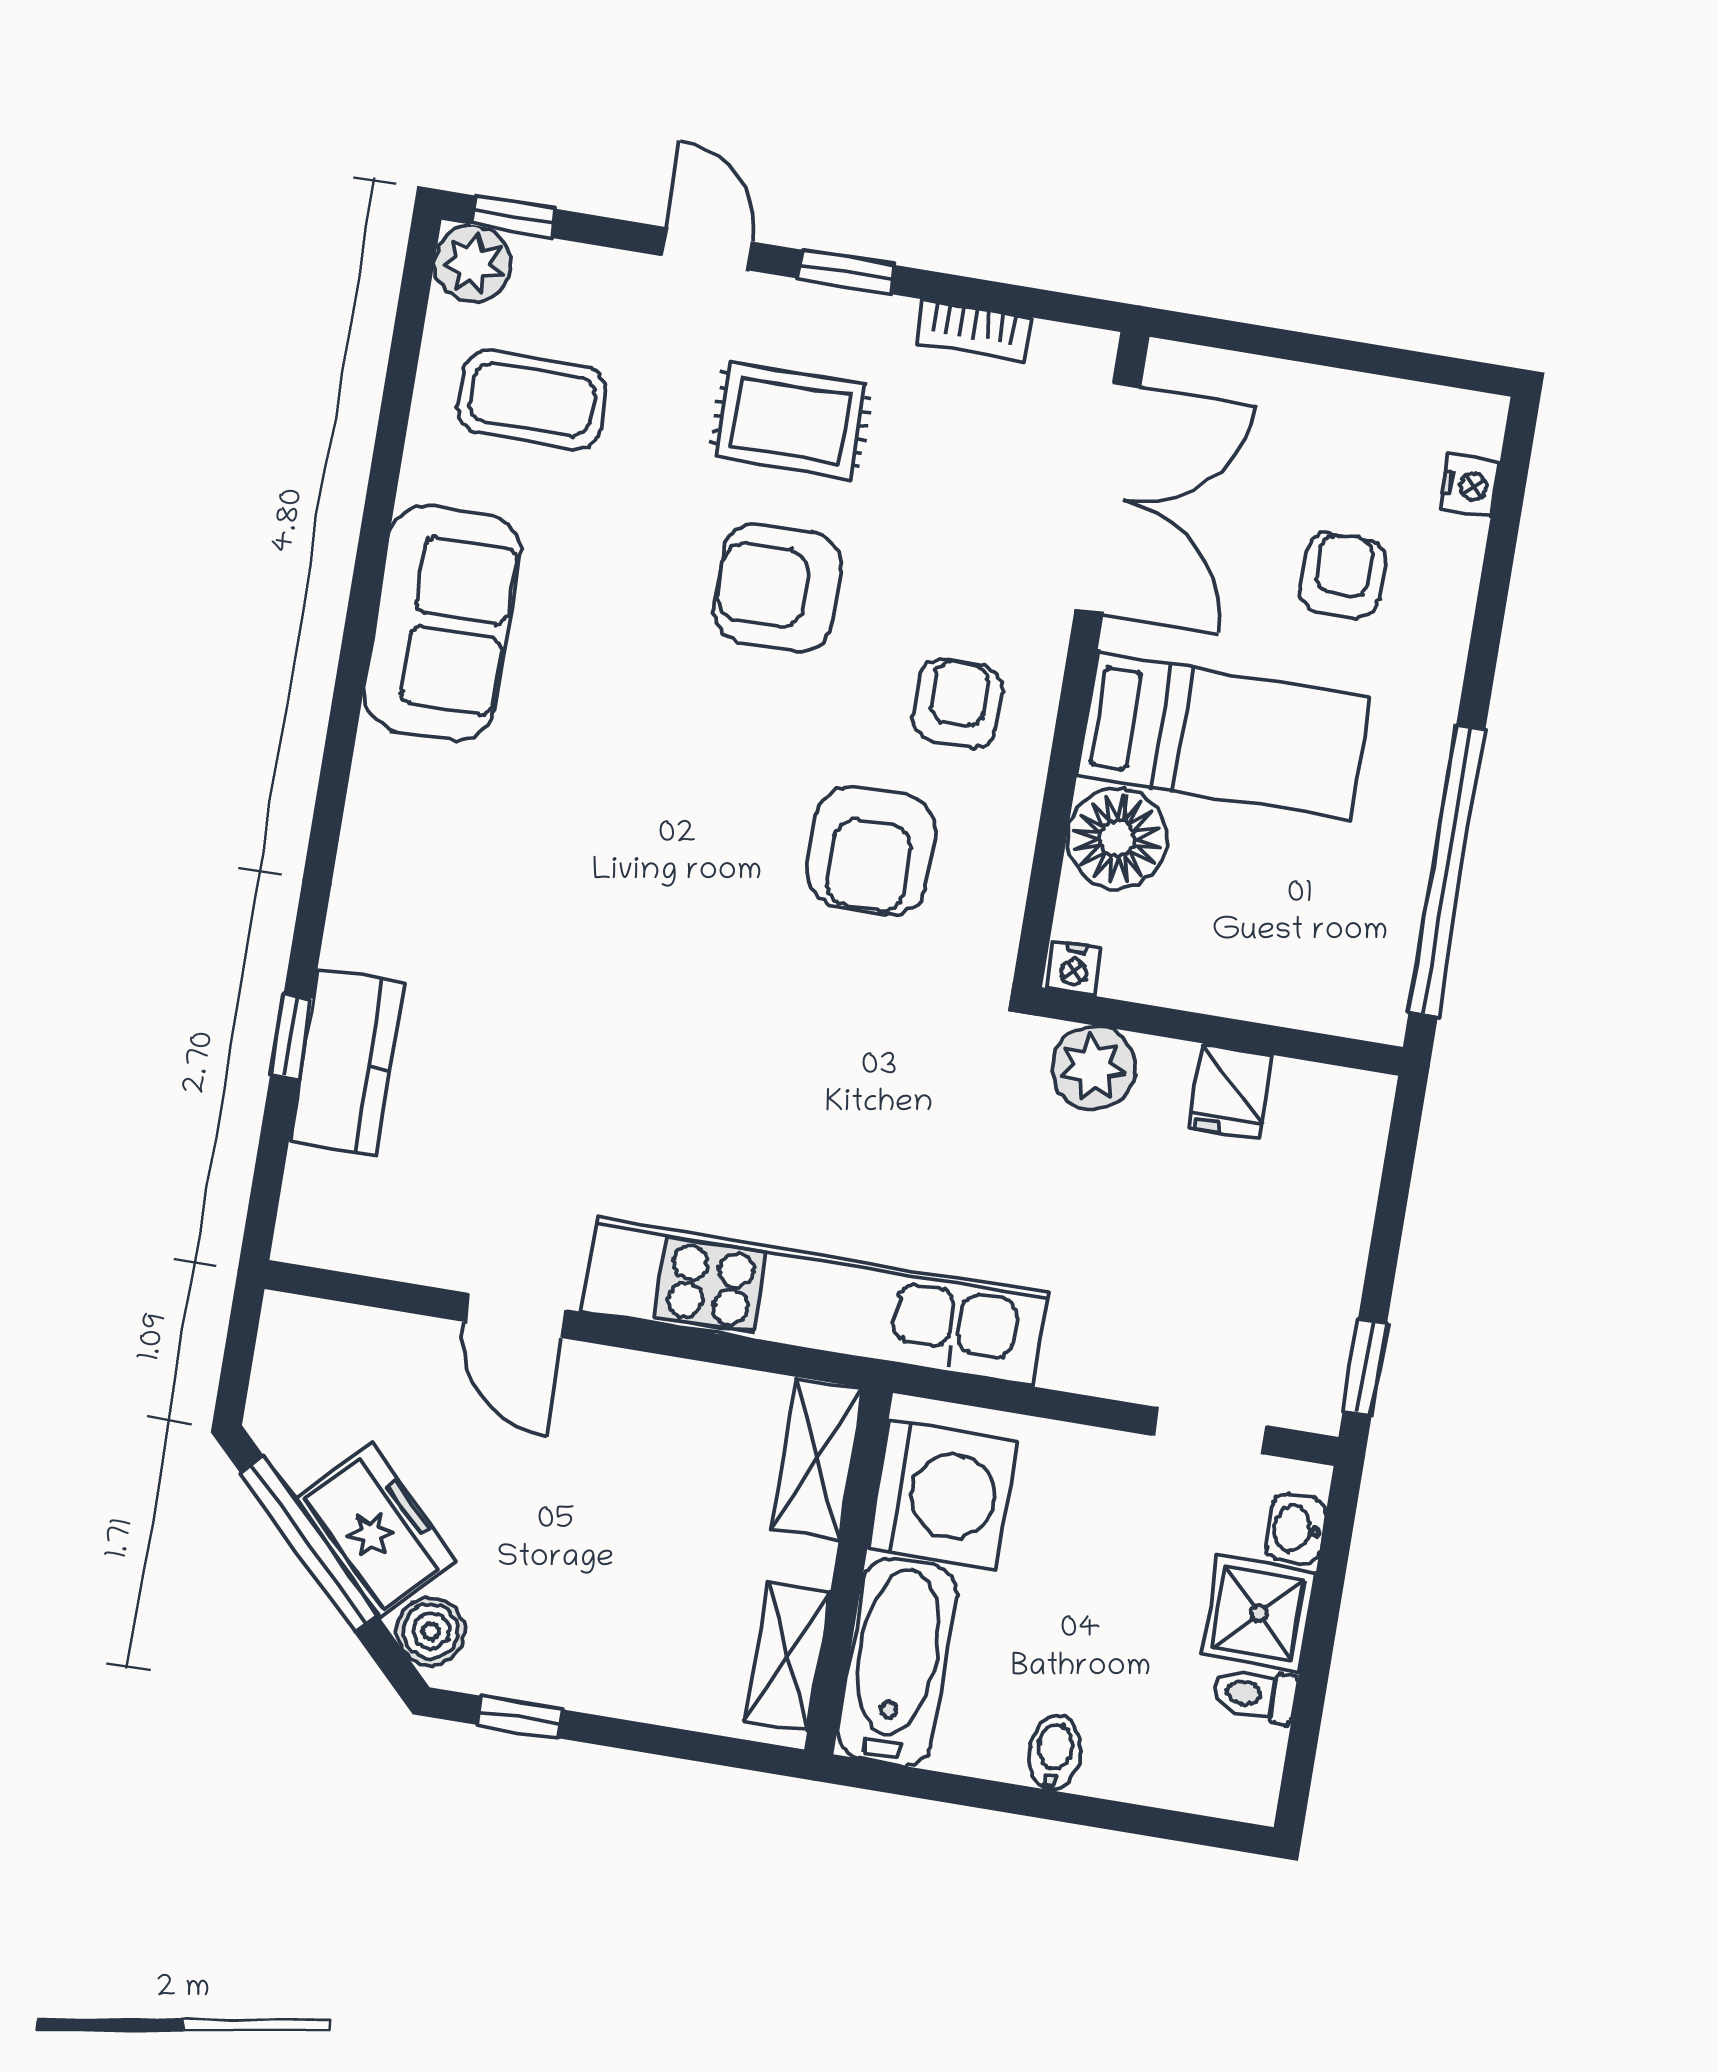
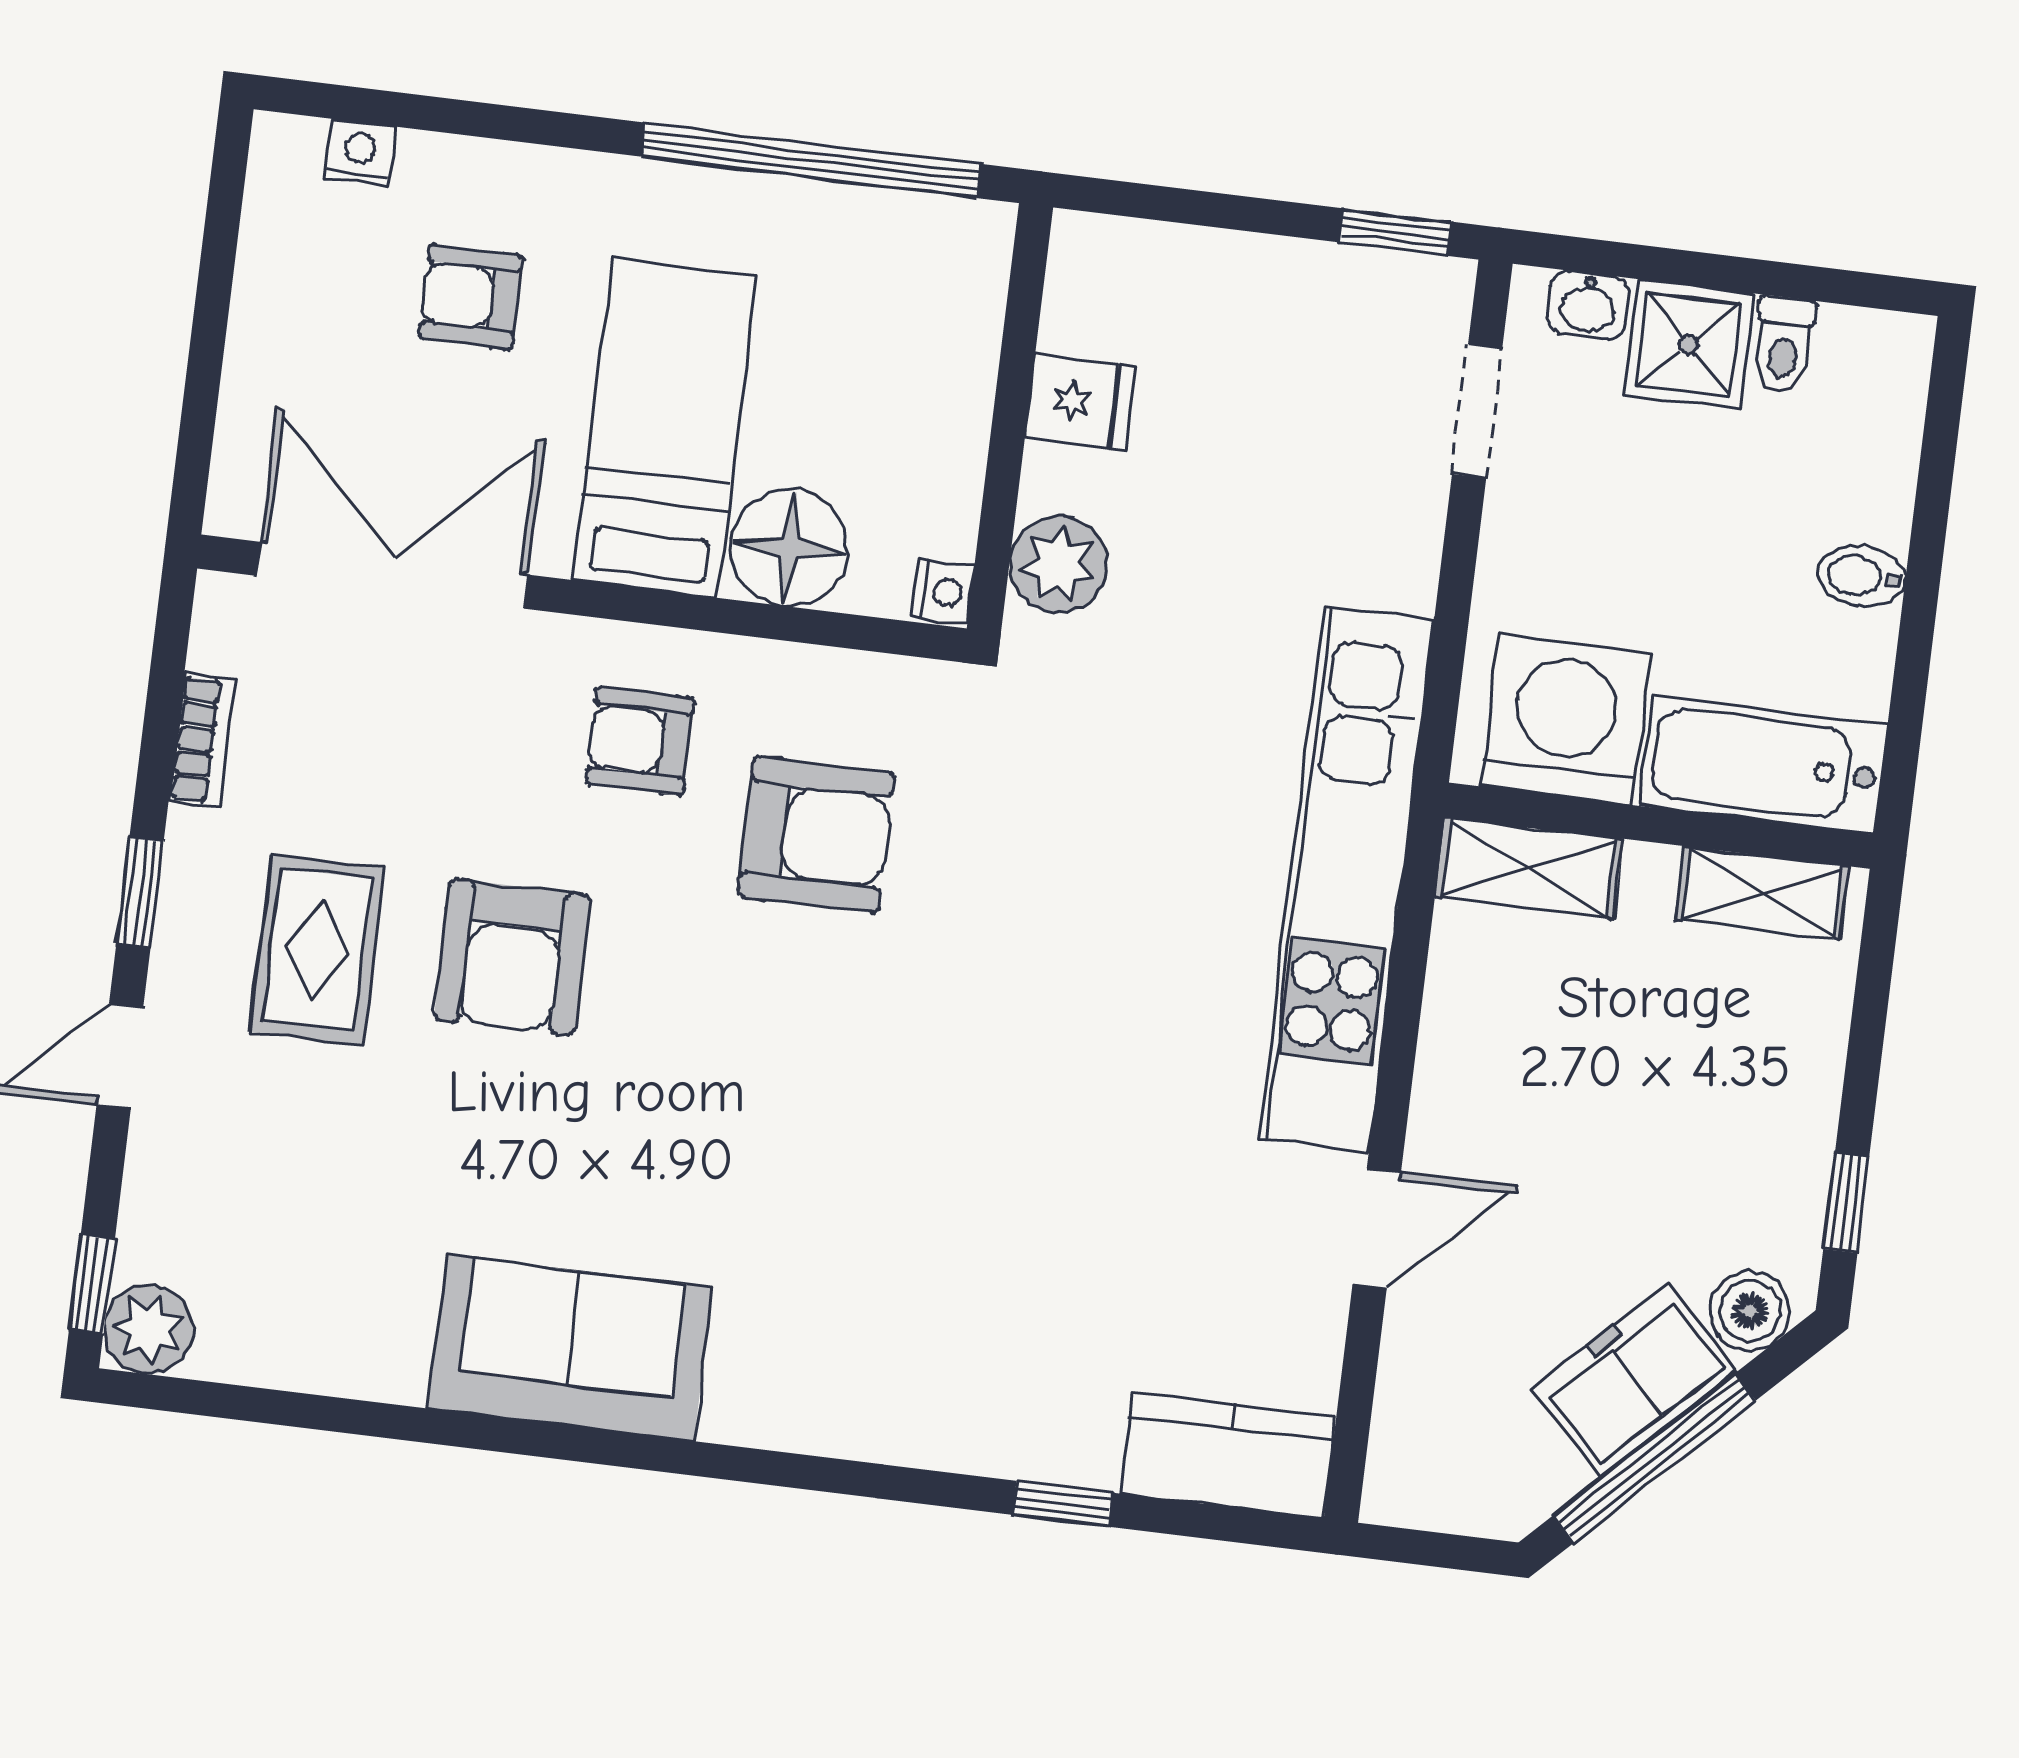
coffee table: (532, 400) -> (305, 1253), removed
kitchen counter: (347, 1062) -> (1228, 1455), moved

